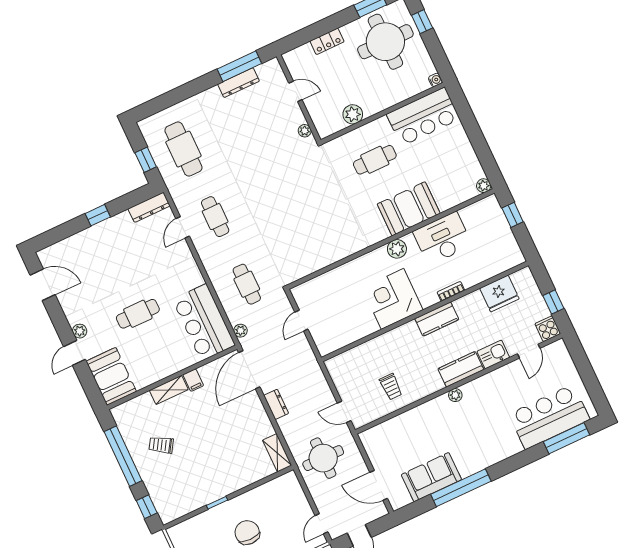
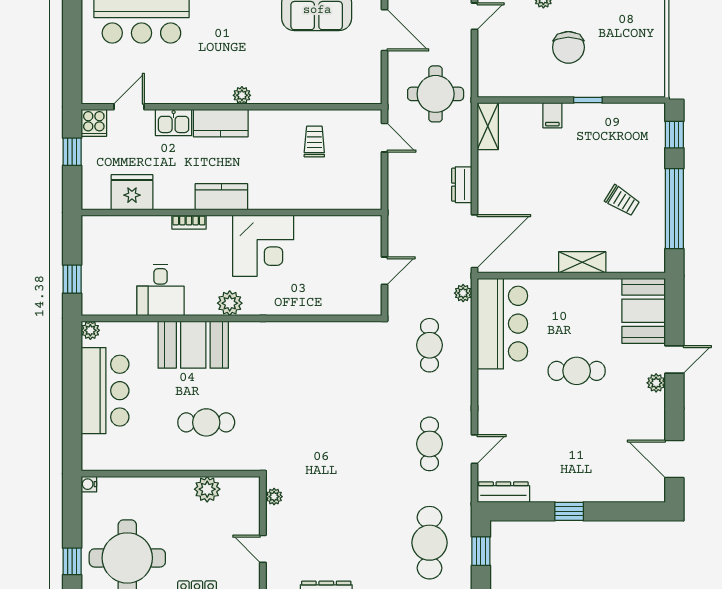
bar counter: (423, 117) -> (105, 391), moved, turned 90
desk: (443, 238) -> (160, 290), width x0.73
filing cabinet: (193, 380) -> (552, 115), moved, turned 180

